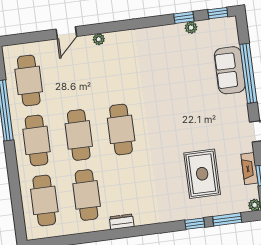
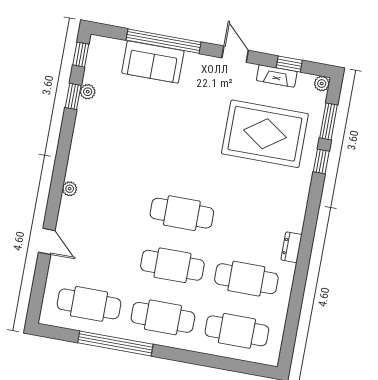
plant: (99, 39) -> (70, 189), moved
rug: (202, 174) -> (265, 134), width x1.37, depth x1.44

